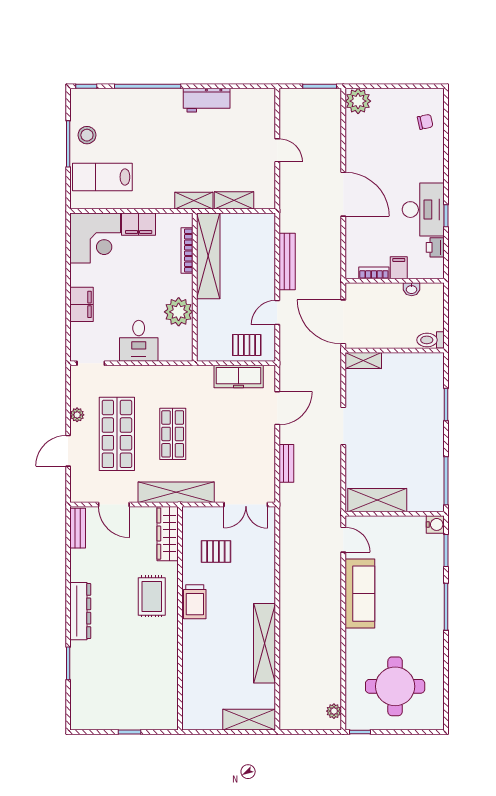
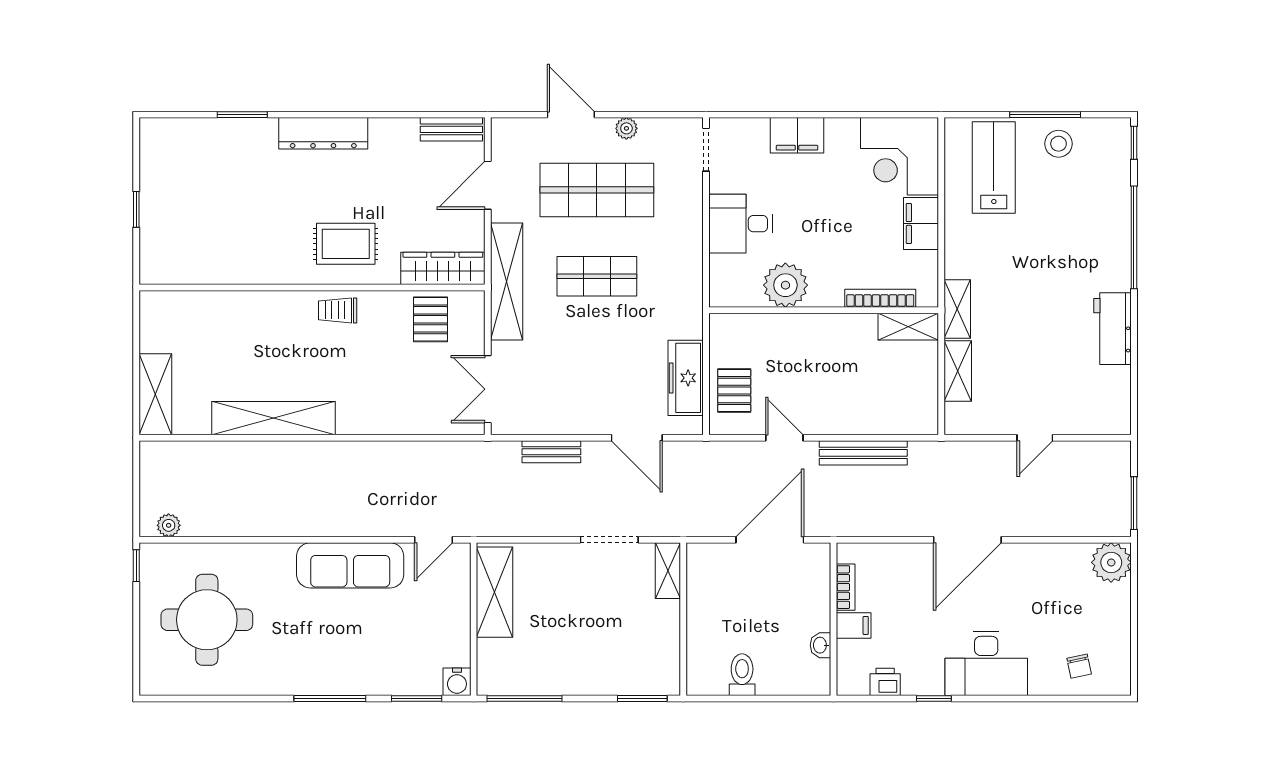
desk: (423, 210) -> (986, 663), moved
shelving: (208, 256) -> (908, 327), width x0.45, depth x0.75
wall: (395, 350) -> (683, 619), moved
shelving: (363, 360) -> (668, 571), moved
pallet: (216, 551) -> (430, 319), moved
trolley: (195, 602) -> (338, 310), width x0.73, depth x0.72

